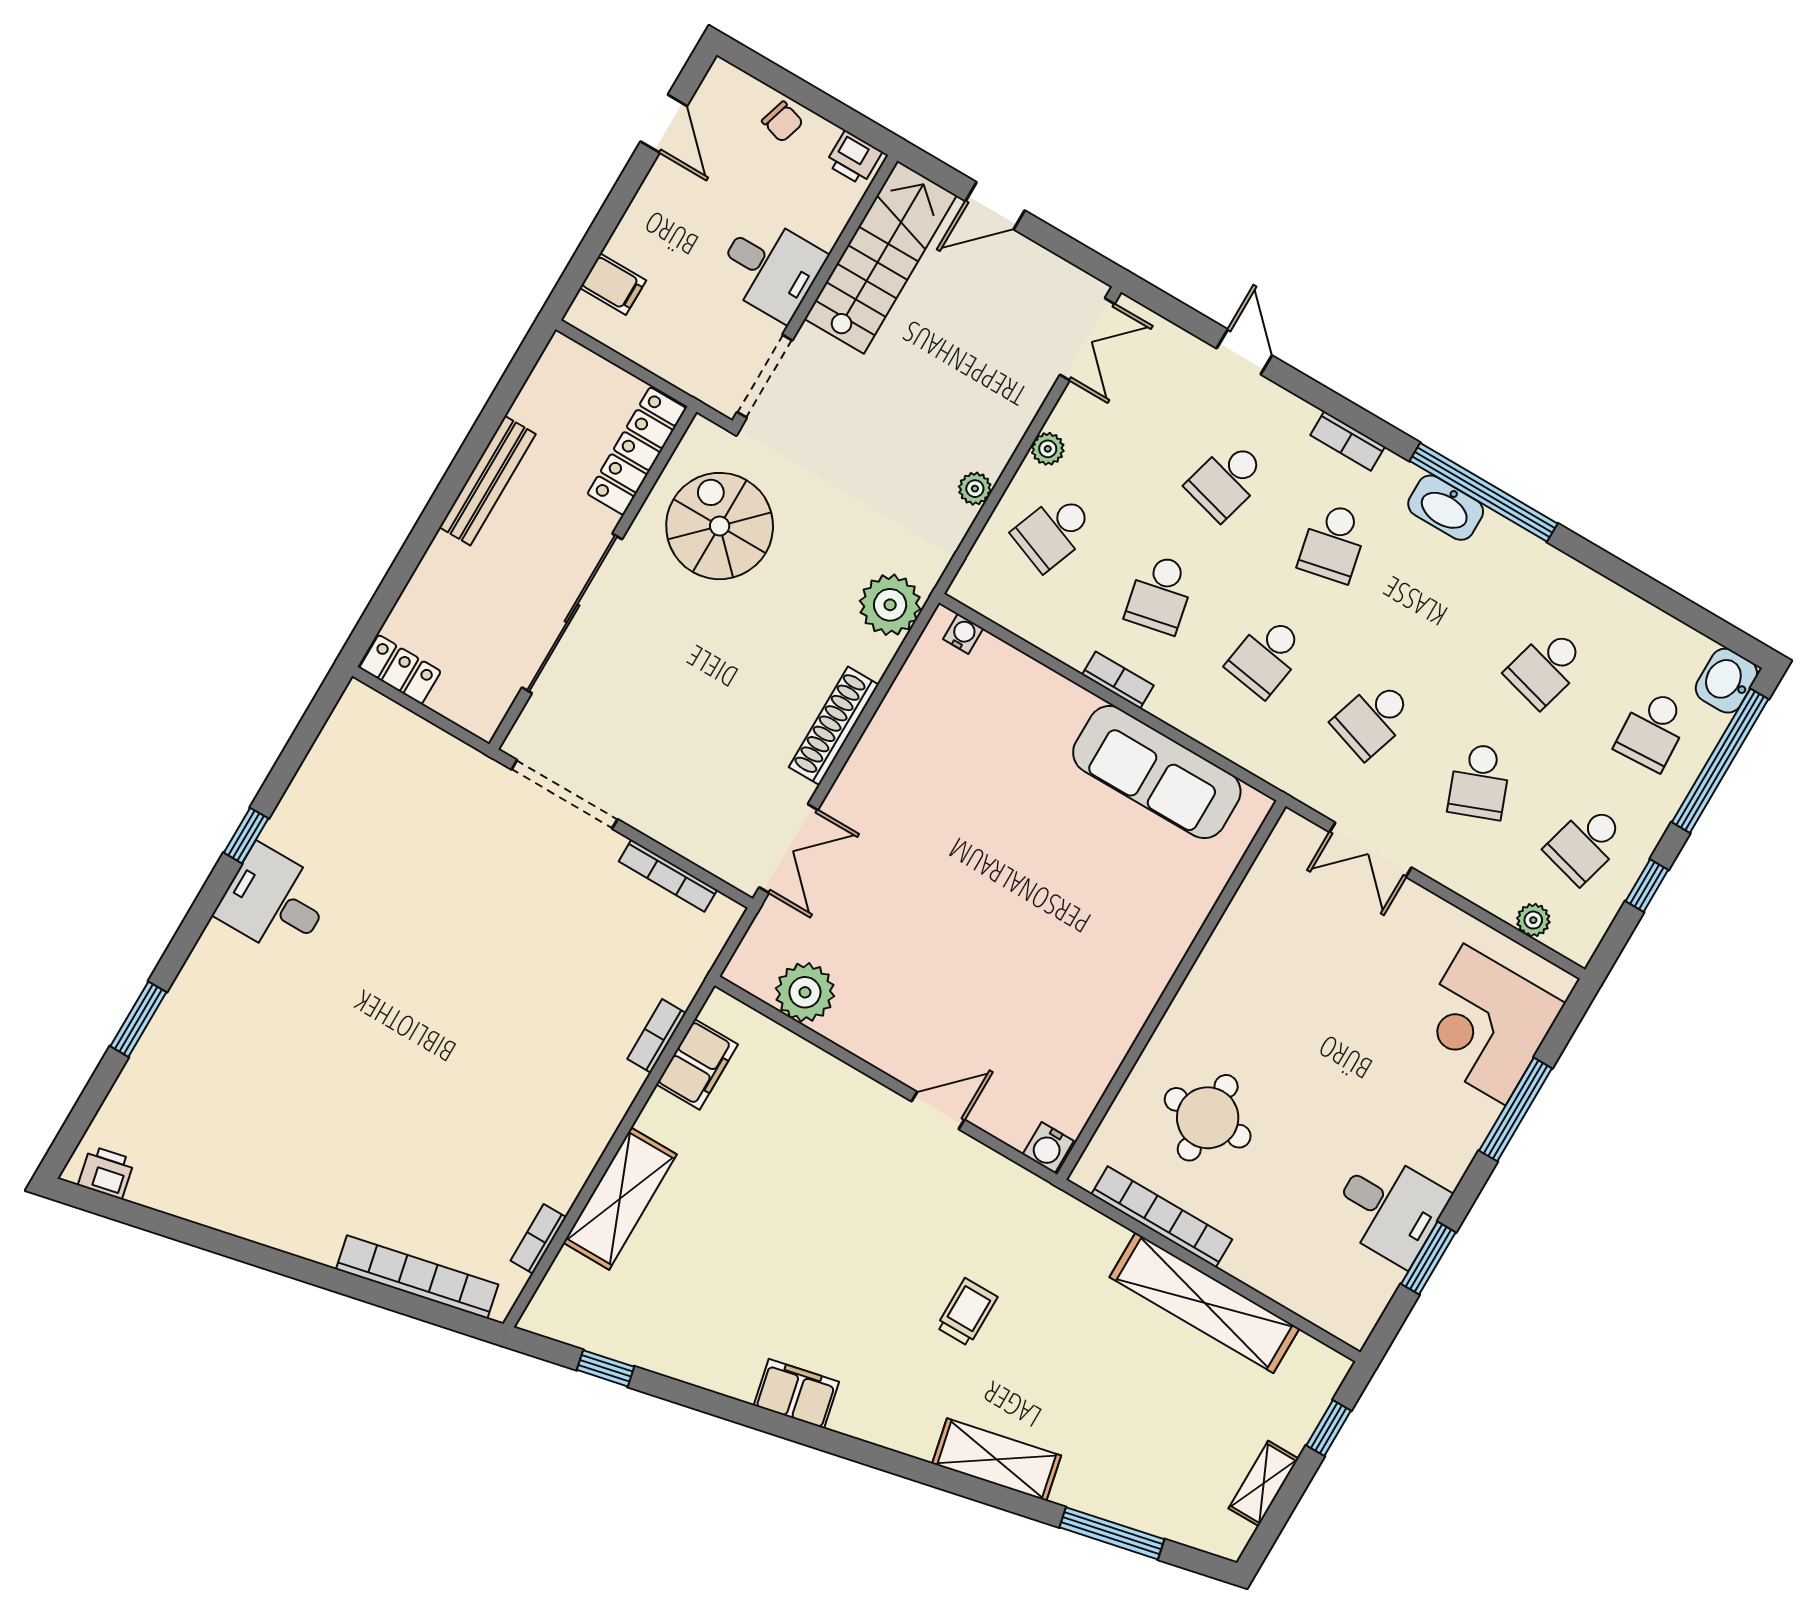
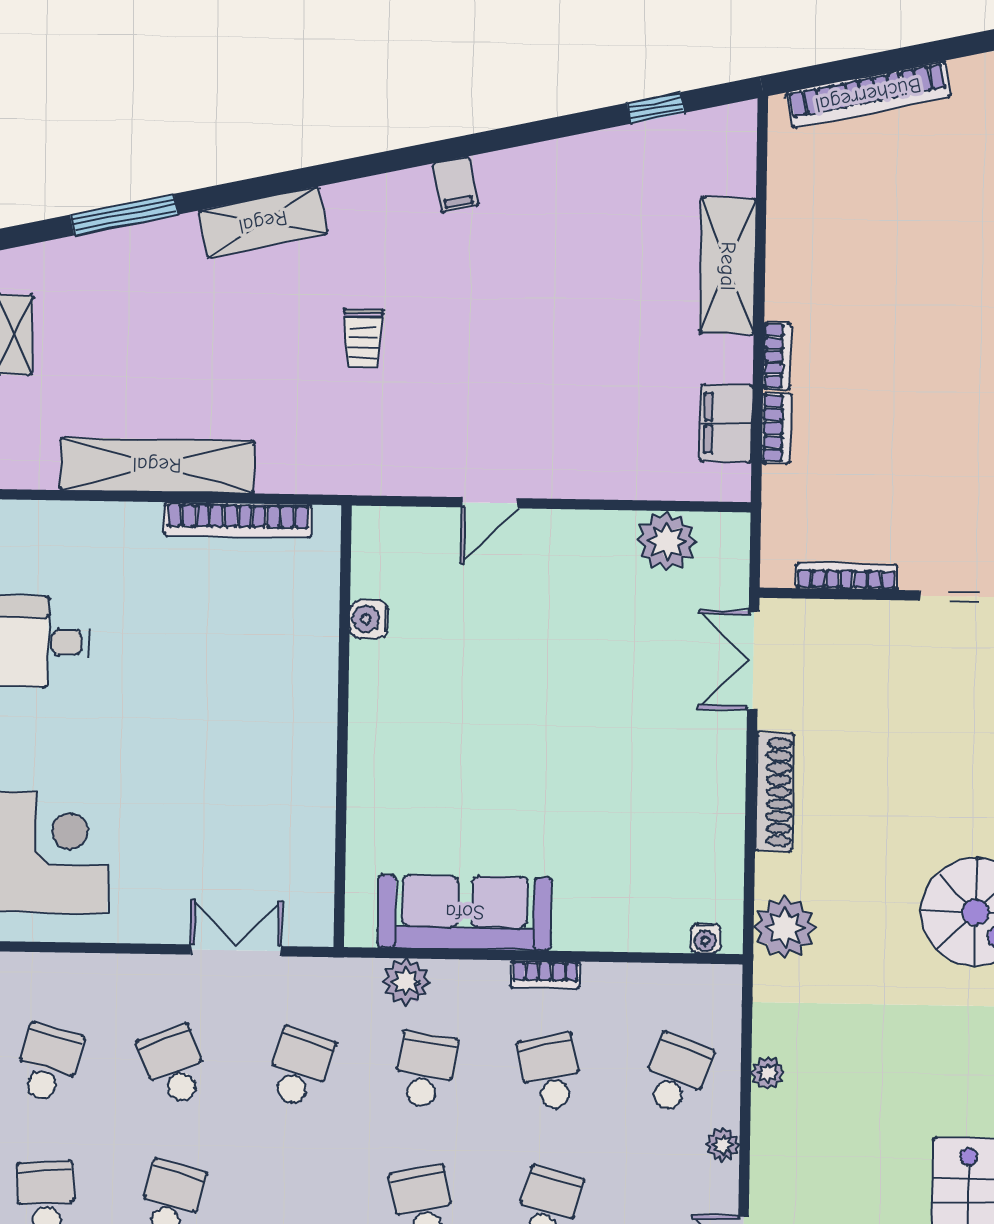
plant: (1533, 920) -> (406, 982), moved, width x1.38, depth x1.38
round table: (1208, 1118) -> (247, 631), removed
water cooler: (1048, 1148) -> (369, 619), moved, turned -90
bookcase: (538, 1239) -> (777, 356), moved
filing cabinet: (796, 1394) -> (455, 185), width x0.50

